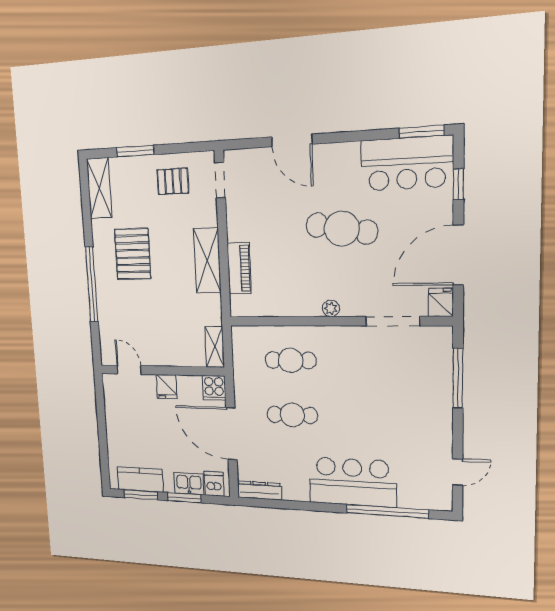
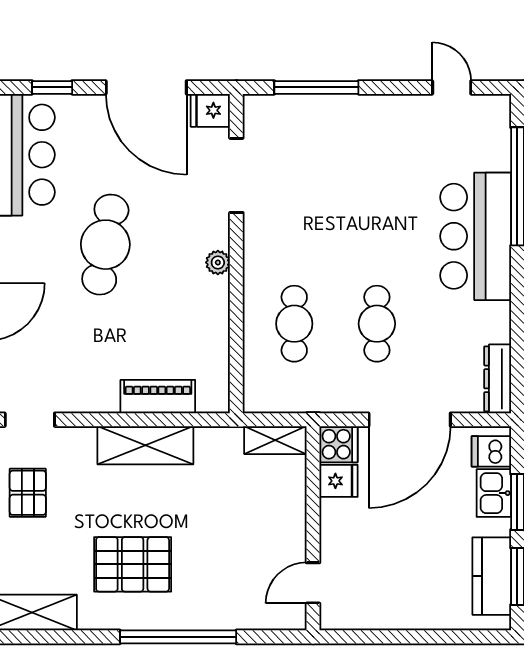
fridge: (167, 387) -> (339, 481), moved

